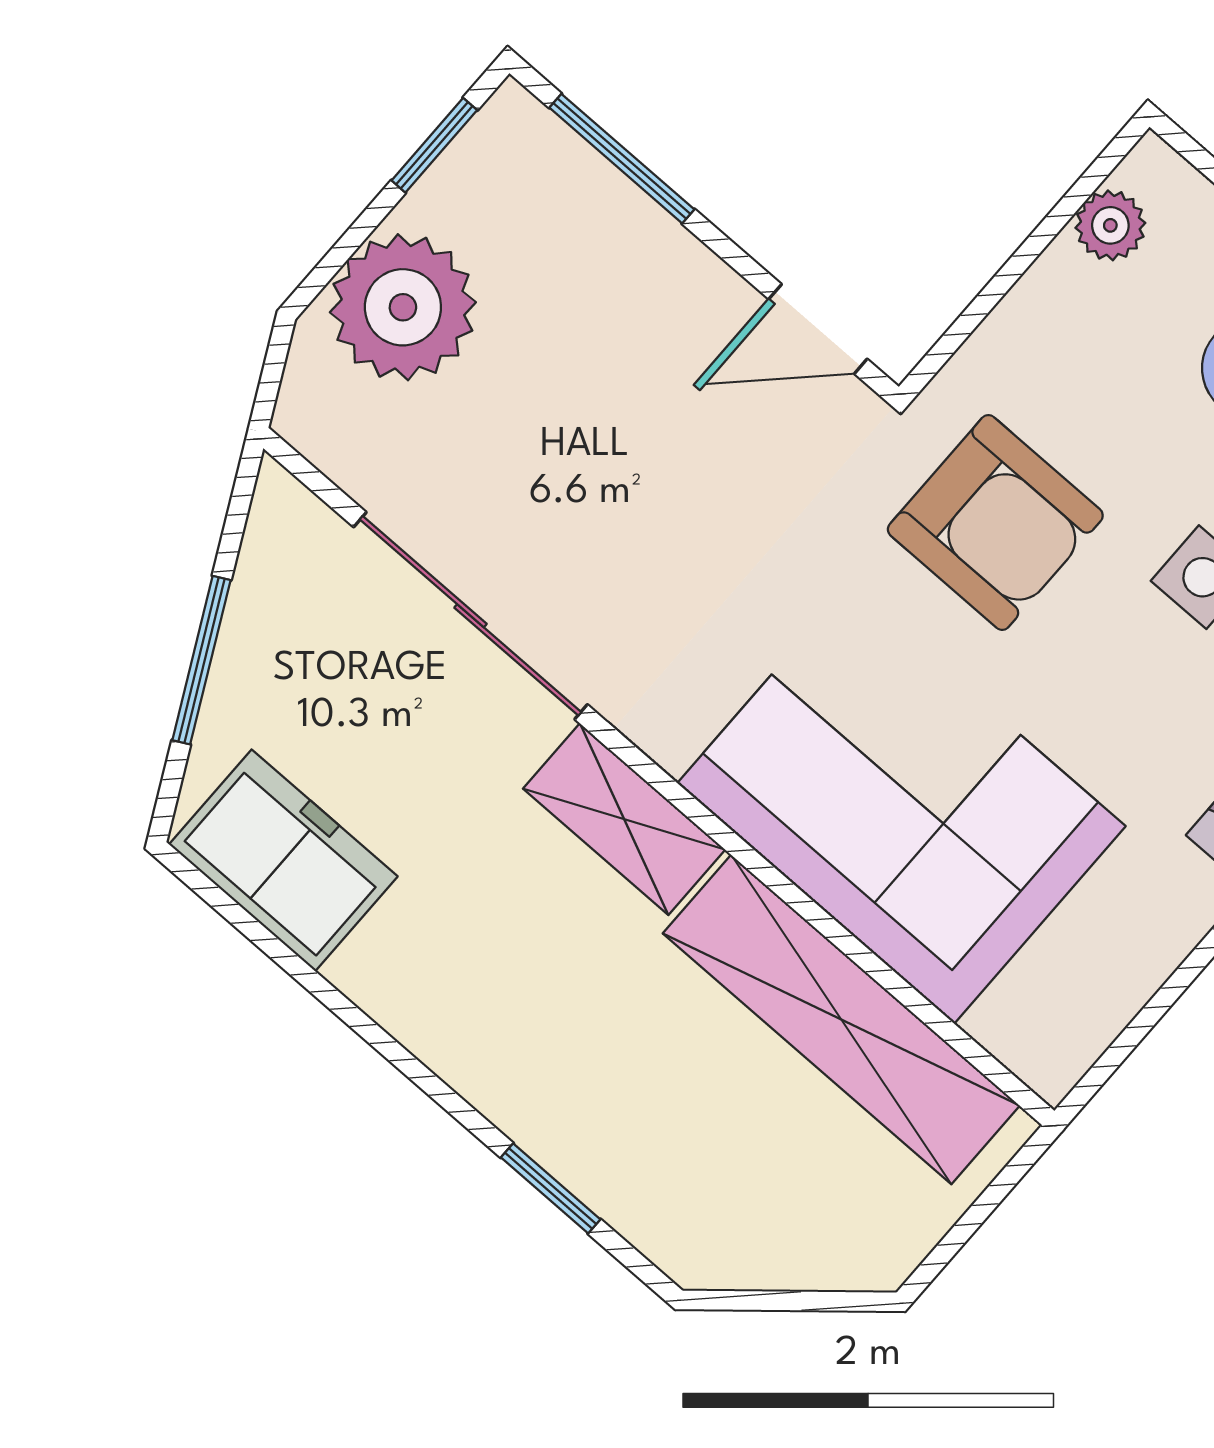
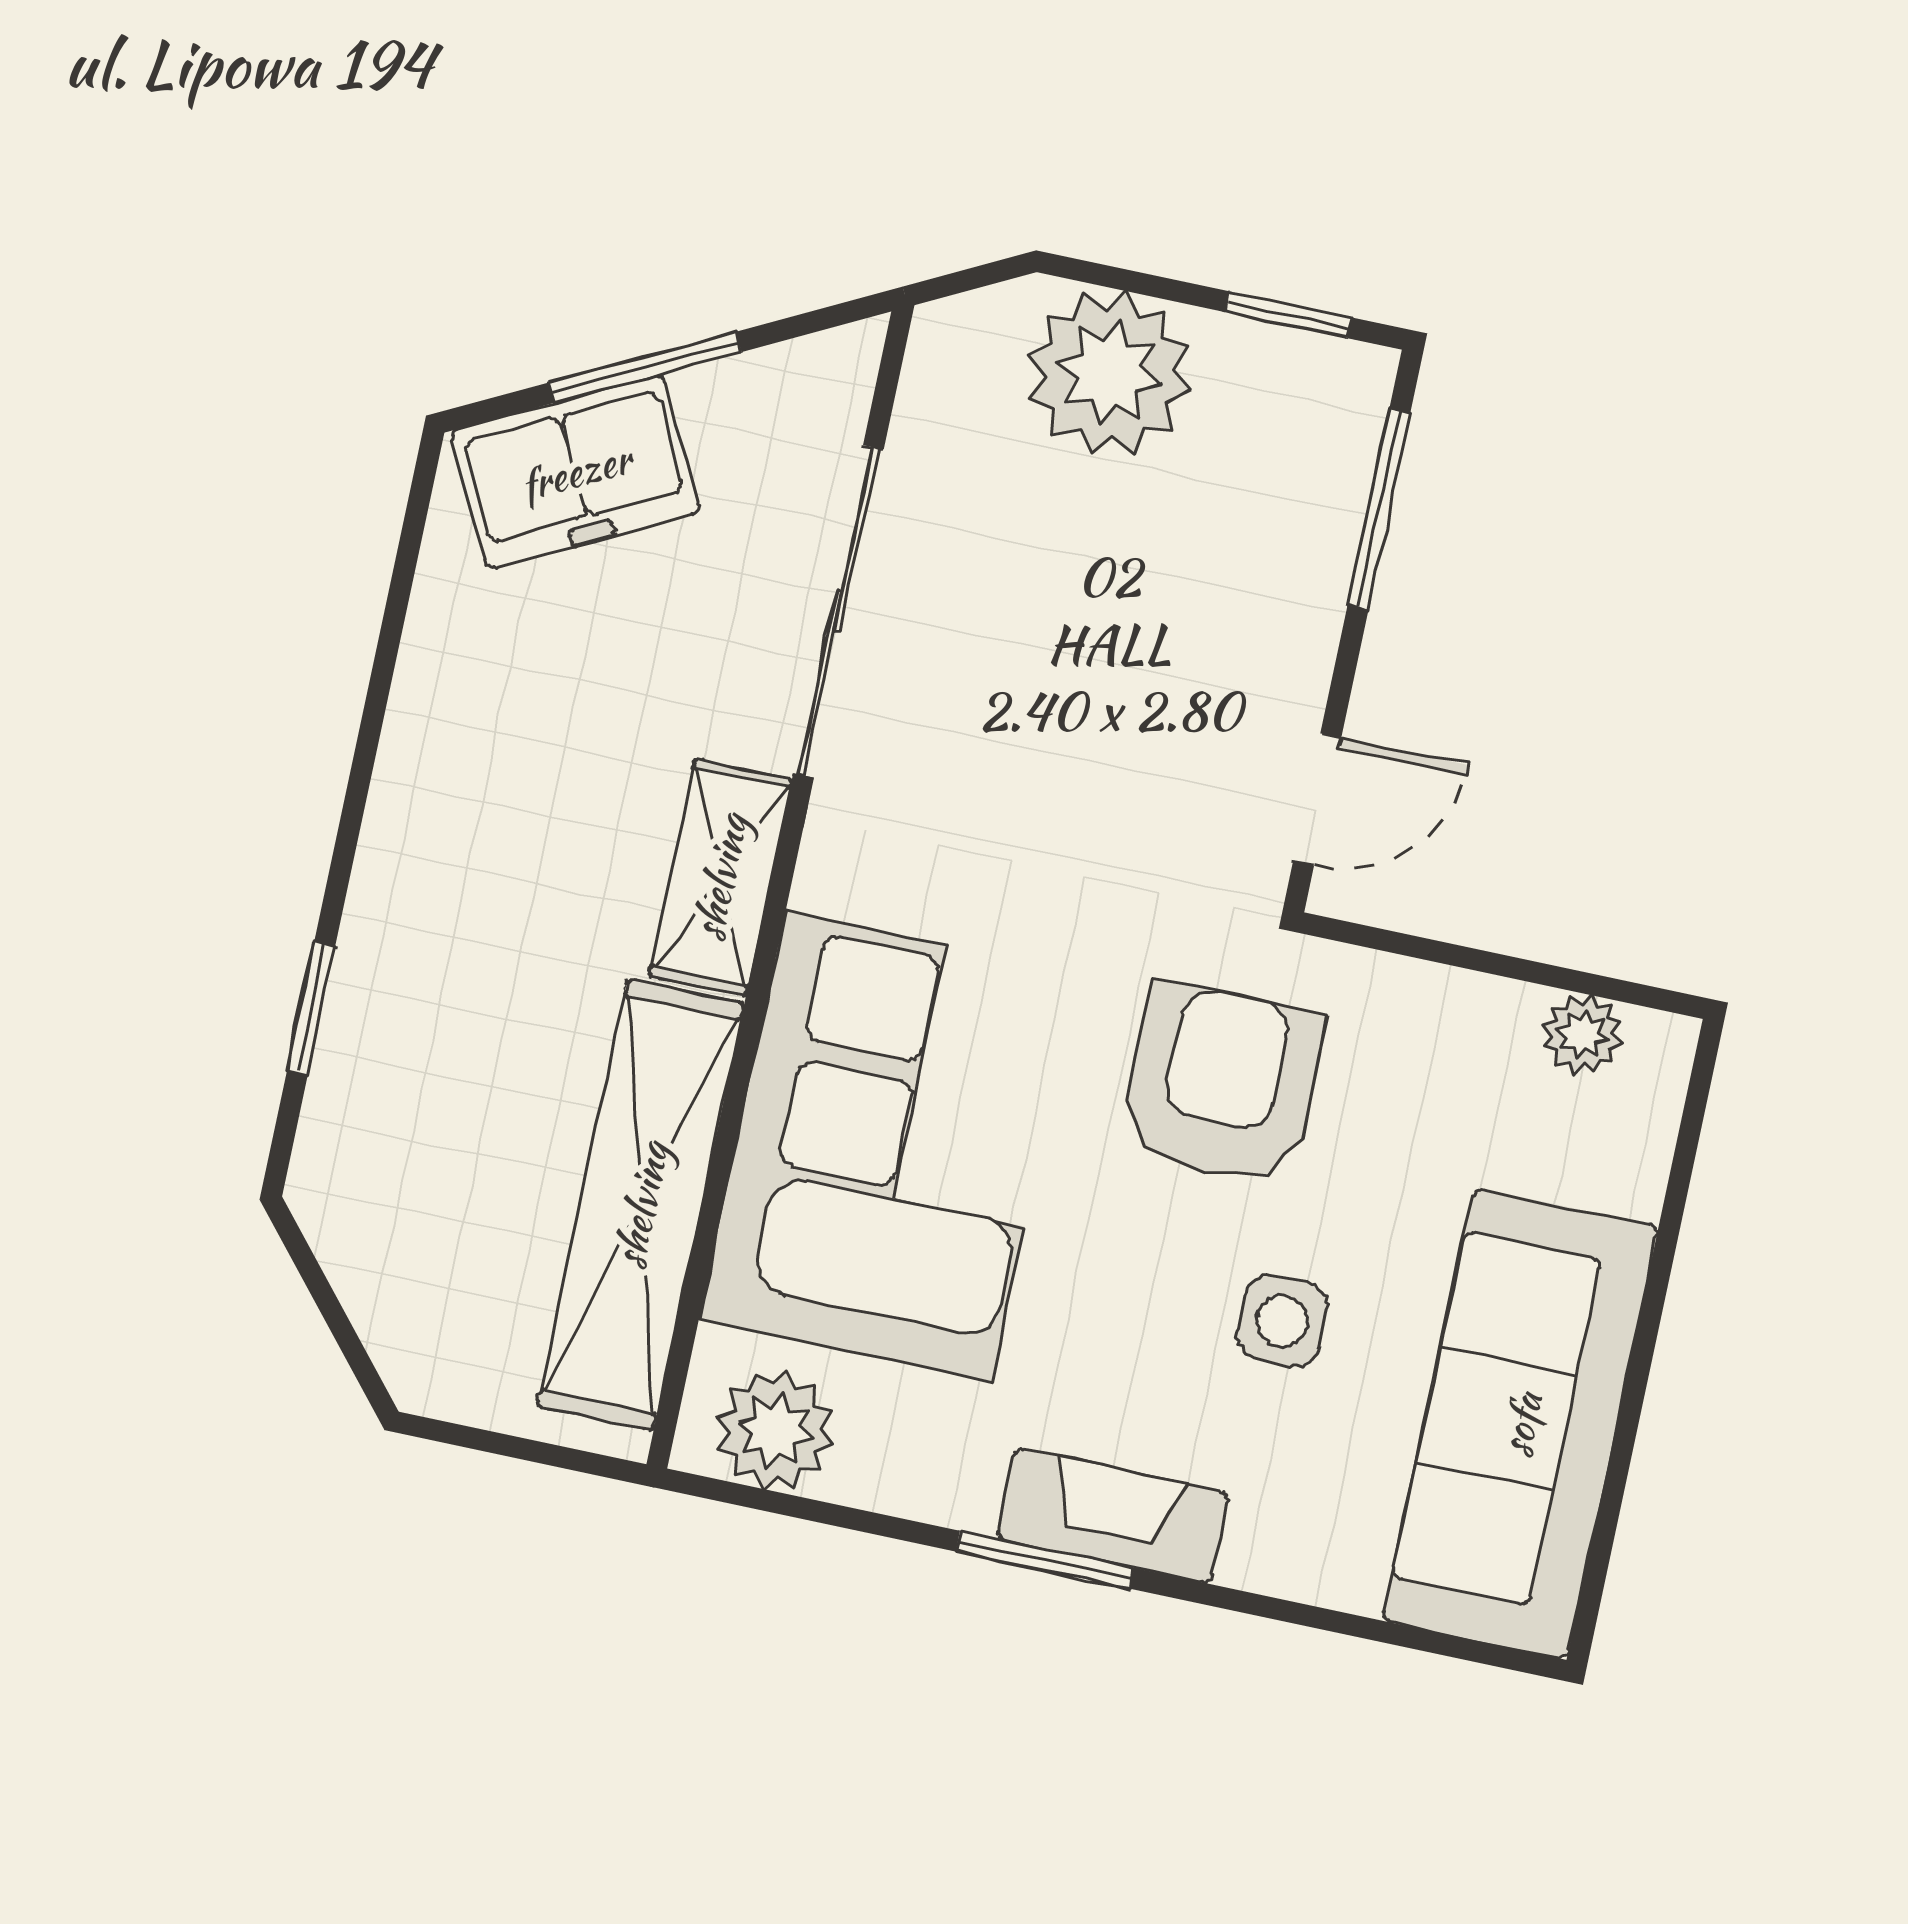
door: (818, 329) -> (1317, 800), swing flipped
armchair: (995, 522) -> (1222, 1084), turned 180
freezer: (283, 860) -> (575, 472), moved, turned 63
plant: (1071, 1012) -> (775, 1431), added

